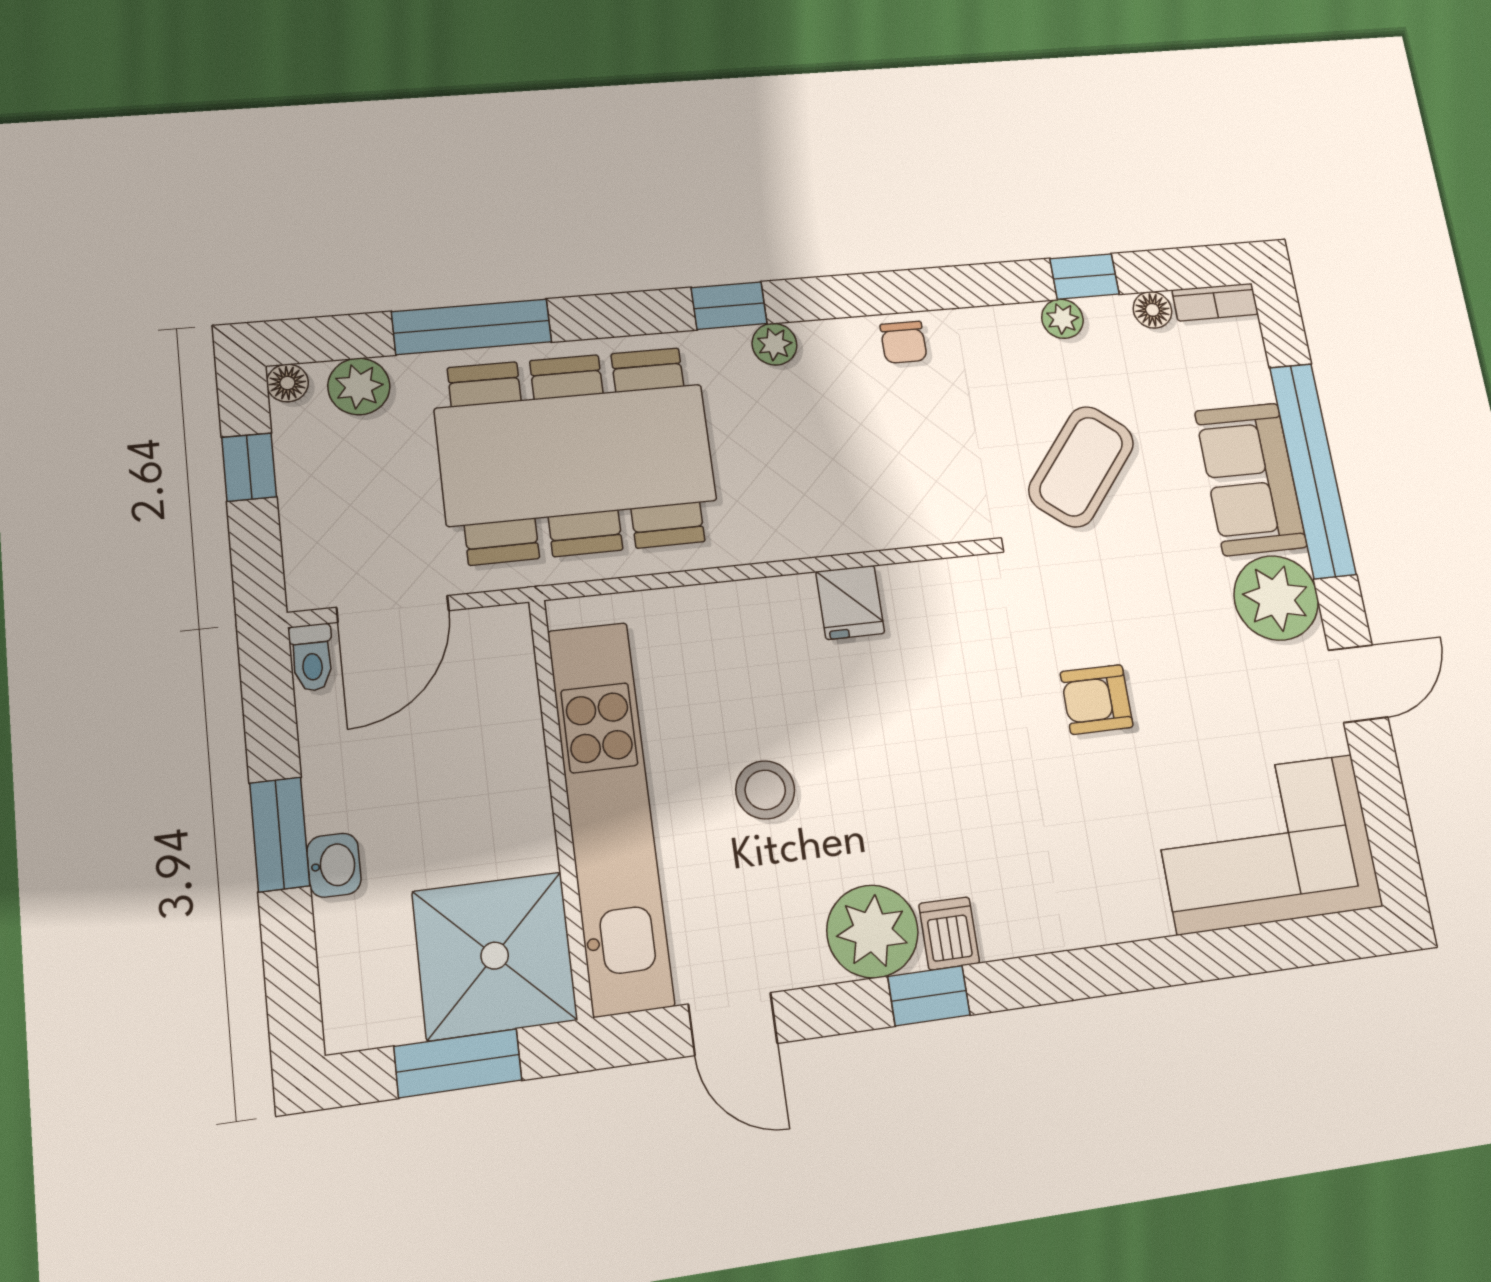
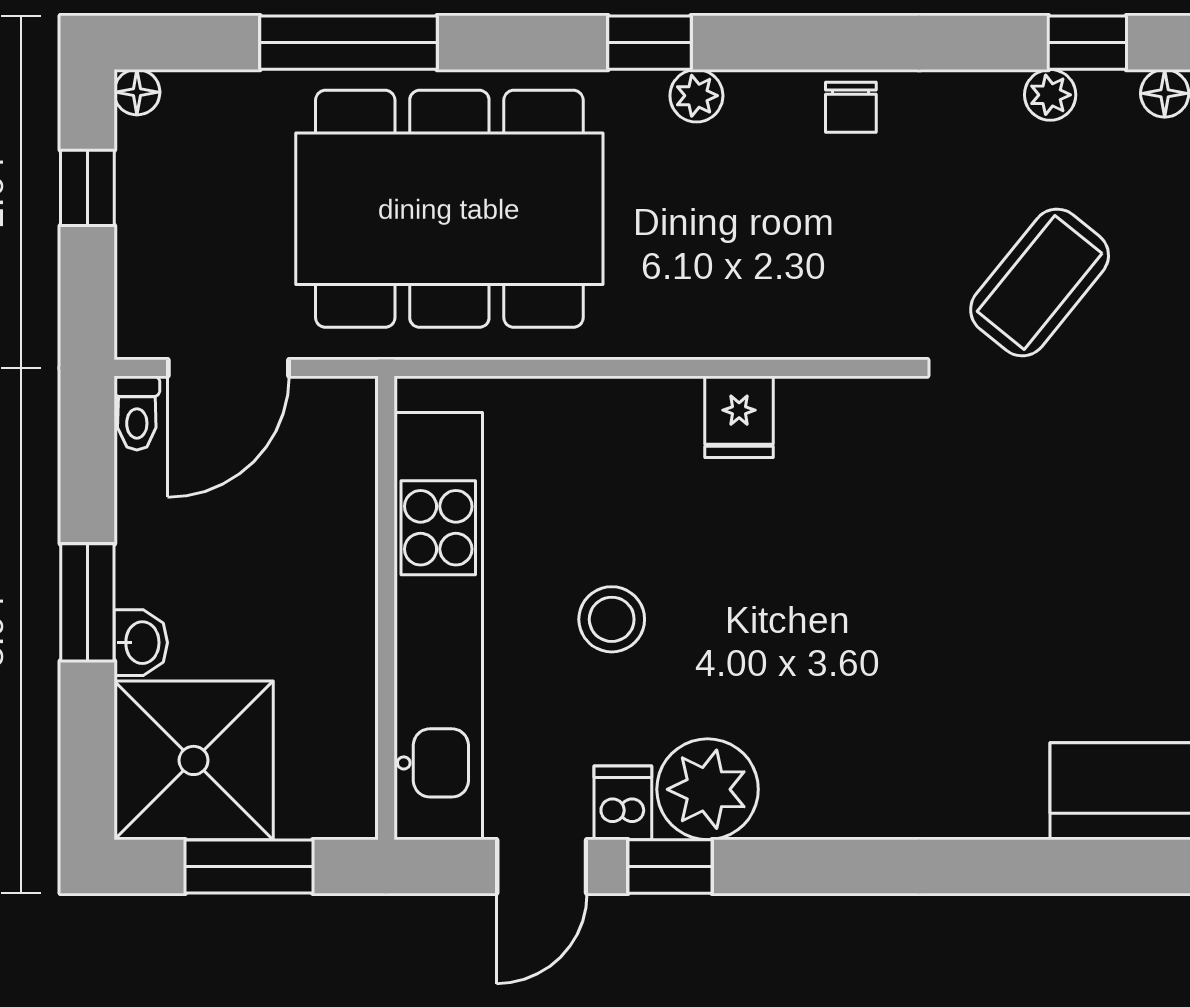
plant: (359, 386) -> (215, 104), removed
armchair: (1097, 699) -> (1007, 562), removed
dishwasher: (949, 933) -> (623, 803), moved
shower: (495, 956) -> (194, 760), moved
window: (929, 996) -> (670, 867), moved
door: (733, 1024) -> (542, 867), hinge flipped

